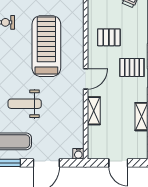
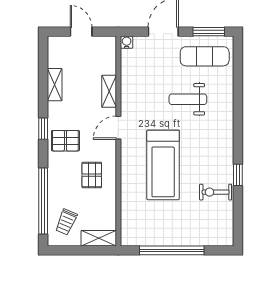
pallet: (109, 37) -> (92, 175), turned 90
weight bench: (25, 104) -> (188, 99), turned 180

